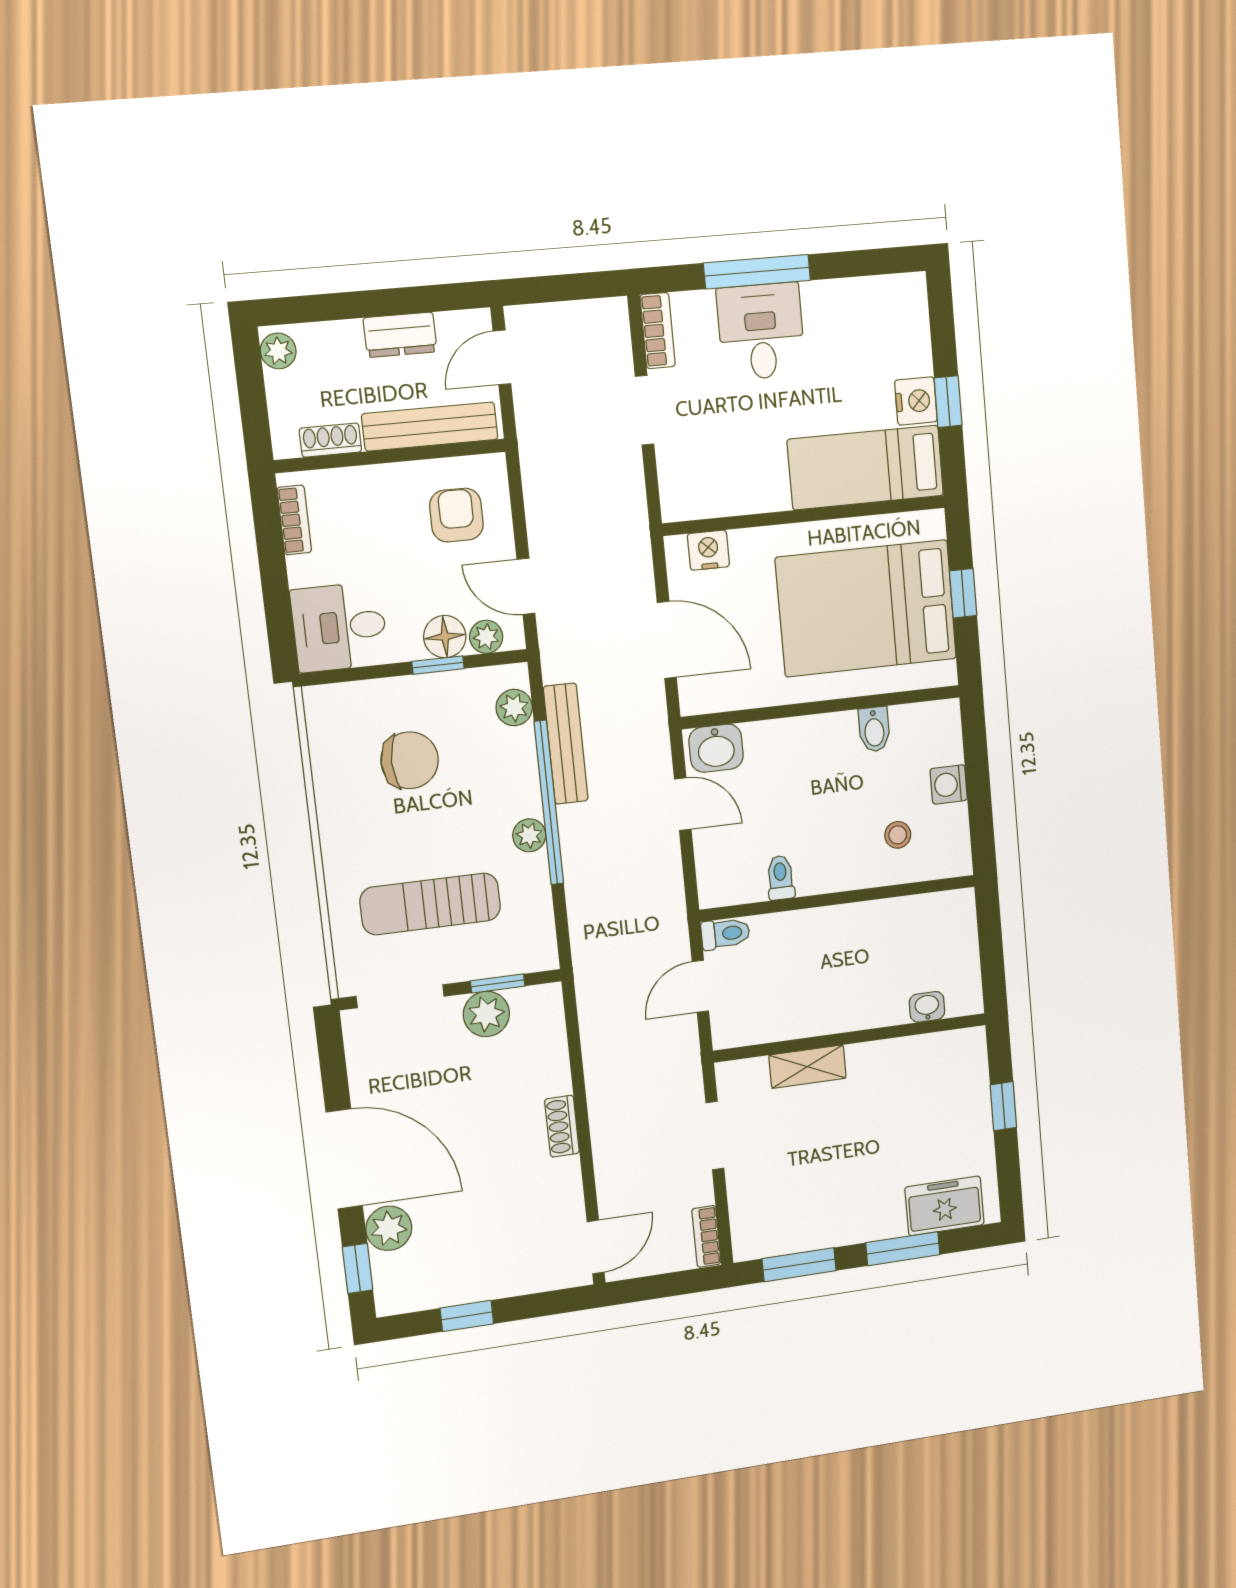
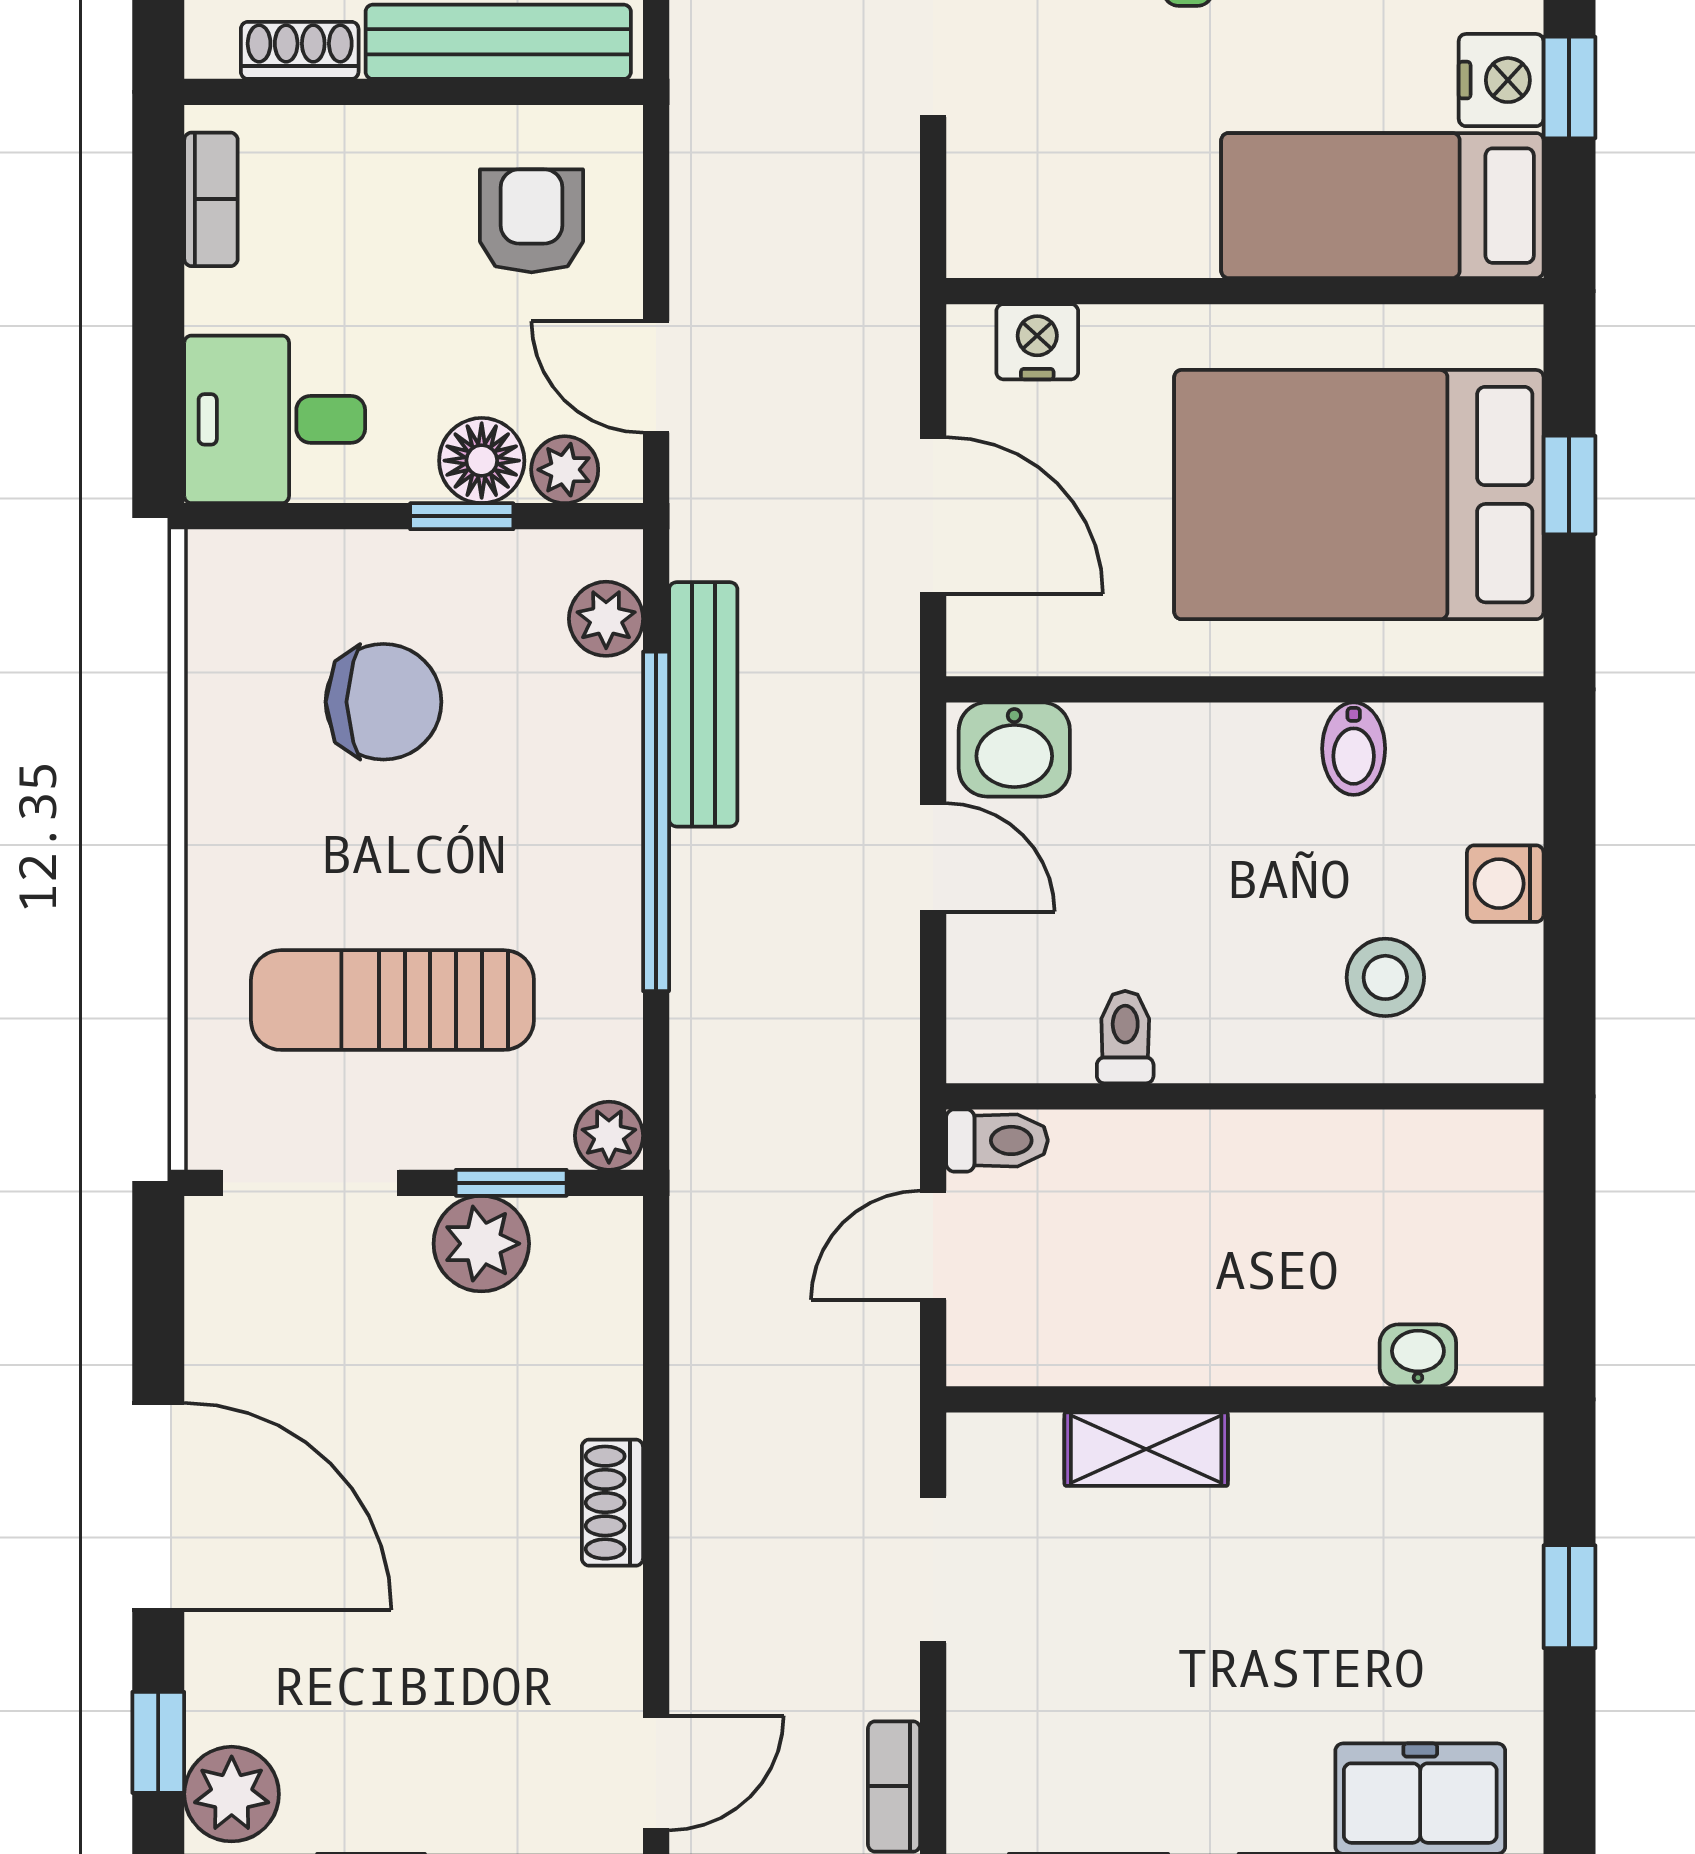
plant: (529, 835) -> (609, 1136), moved
stool: (898, 835) -> (1385, 977), width x1.37, depth x1.37
plant: (389, 1228) -> (232, 1794), moved

